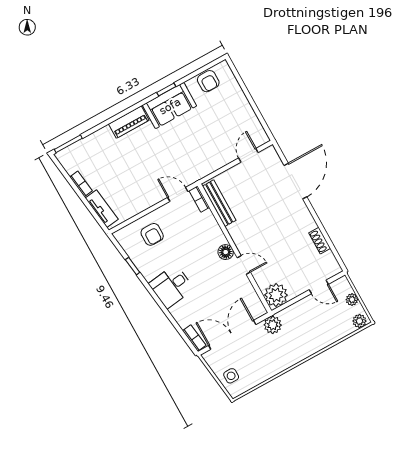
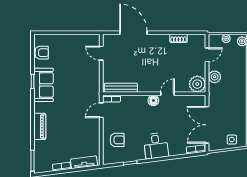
piano: (129, 122) -> (40, 126), moved
plant: (273, 325) -> (215, 77), moved

